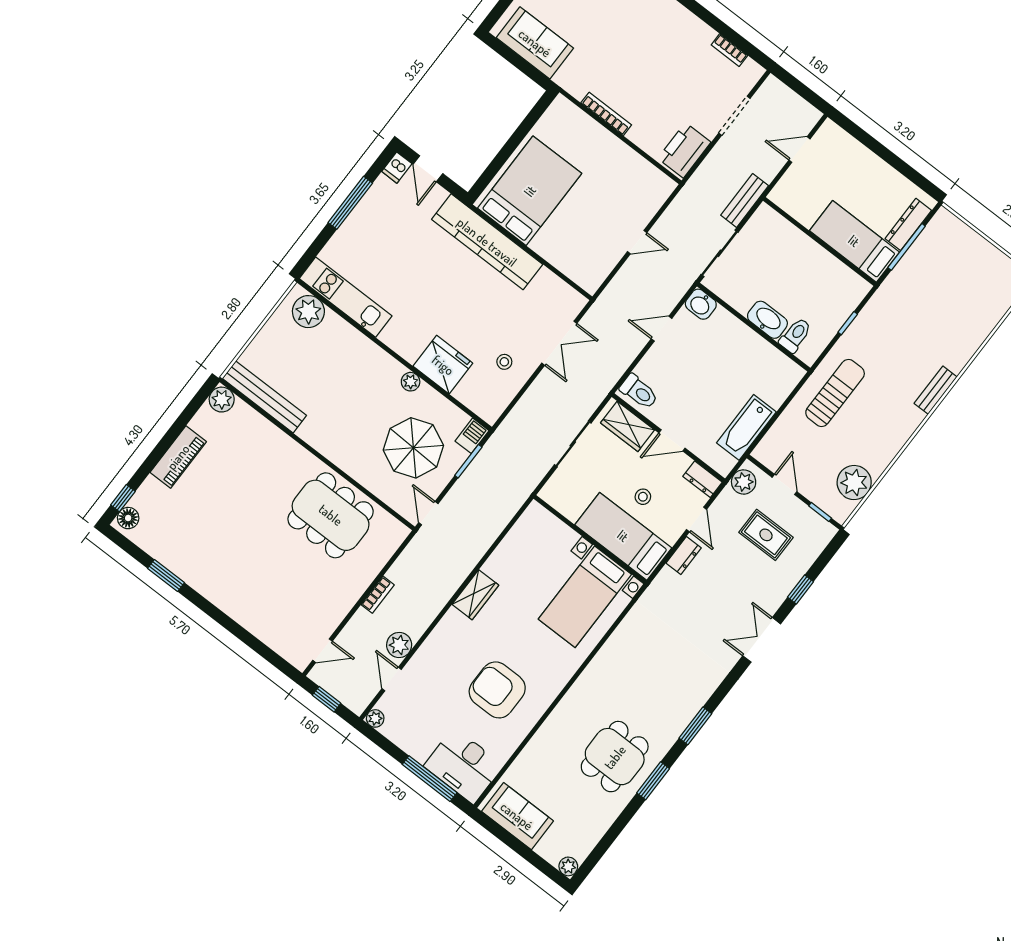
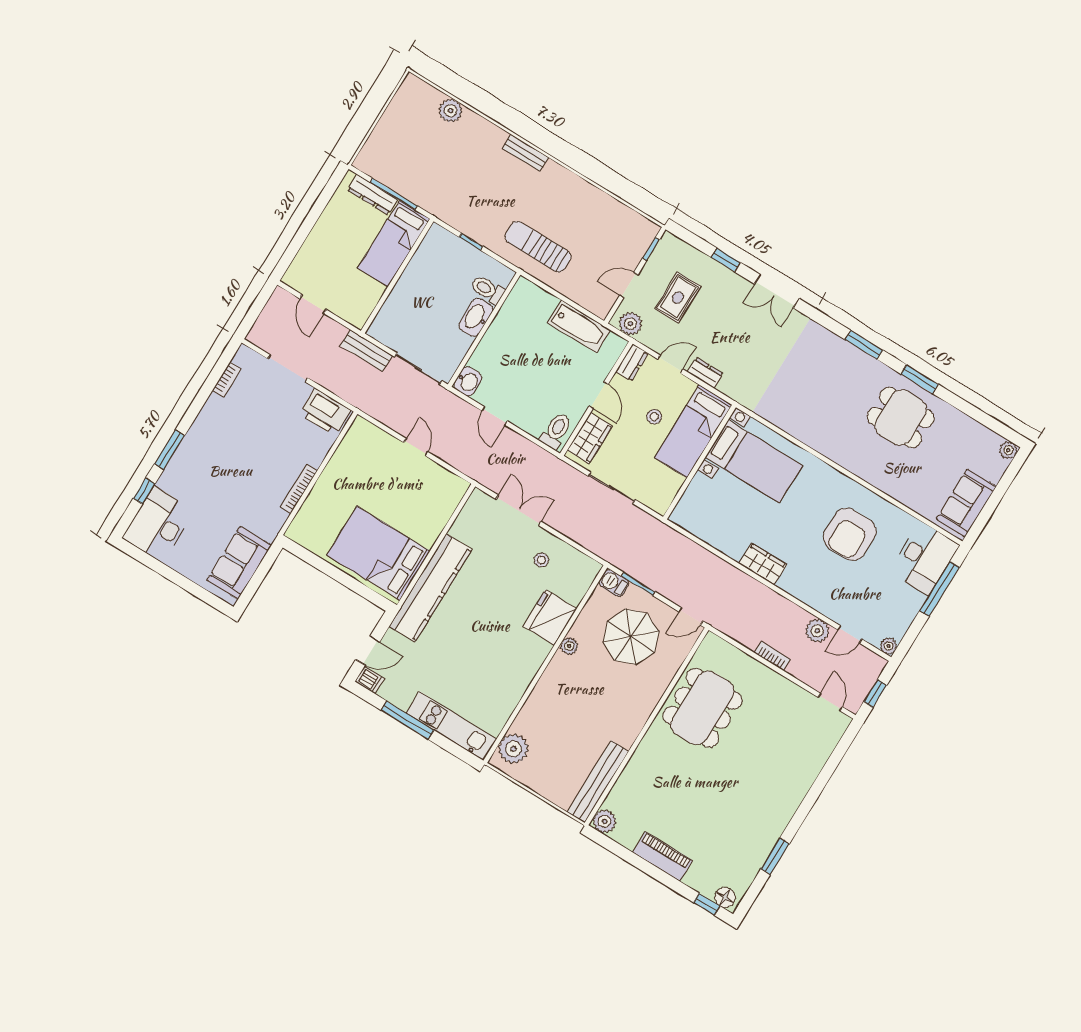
kitchen unit: (346, 297) -> (451, 726), moved, turned 90
plant: (854, 483) -> (450, 111), moved, width x0.73, depth x0.73

